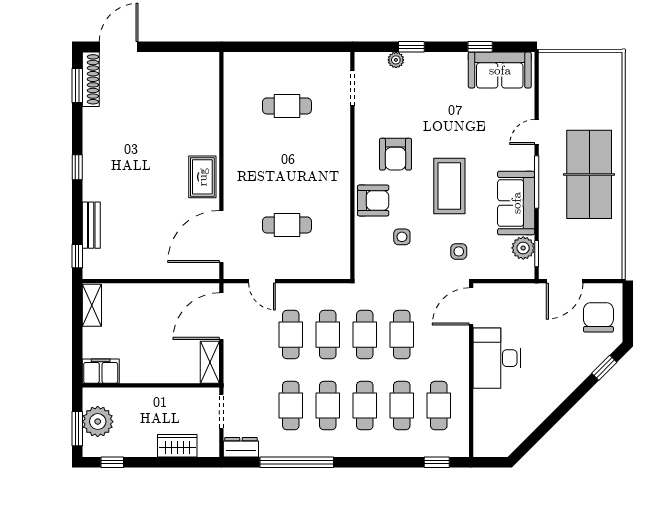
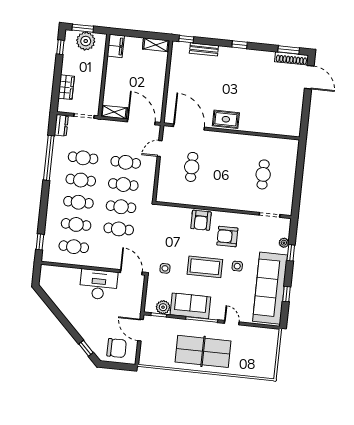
sofa: (500, 70) -> (270, 288), width x1.85, depth x1.27
side table: (402, 237) -> (237, 266), moved

